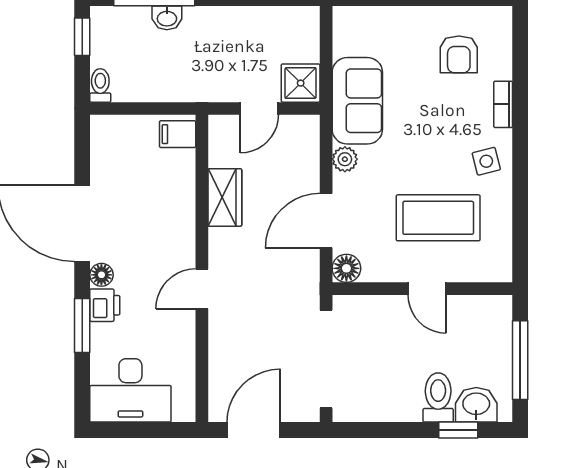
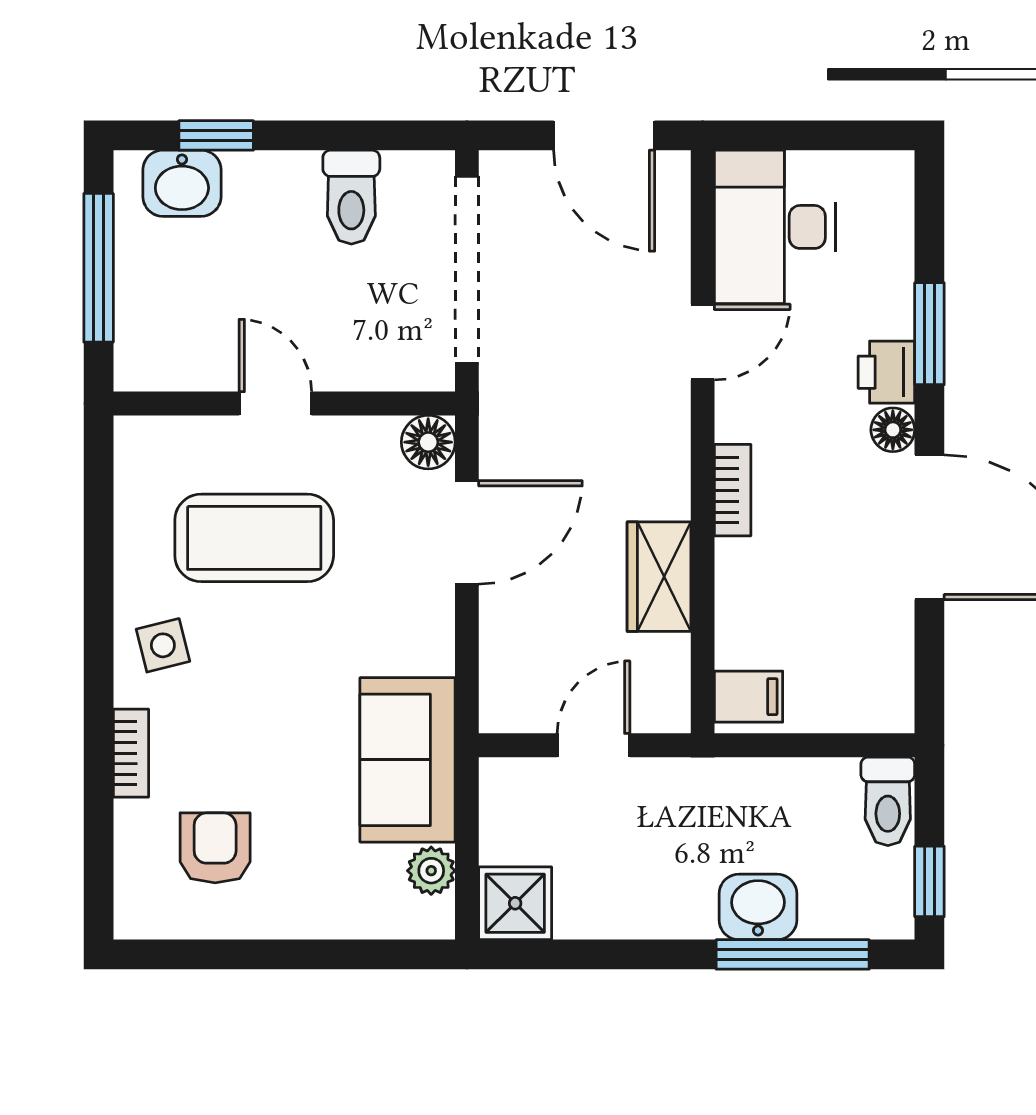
washbasin: (167, 18) -> (758, 907), width x1.38, depth x1.45
shower: (301, 83) -> (515, 903), moved
toilet: (100, 85) -> (888, 801), width x1.37, depth x1.39
plant: (345, 159) -> (431, 871), moved
bookcase: (186, 243) -> (733, 490), added
door: (202, 289) -> (703, 342), moved
desk: (130, 390) -> (775, 227), moved, turned -90
toilet: (438, 397) -> (351, 197), moved
door: (254, 430) -> (604, 135), hinge flipped

